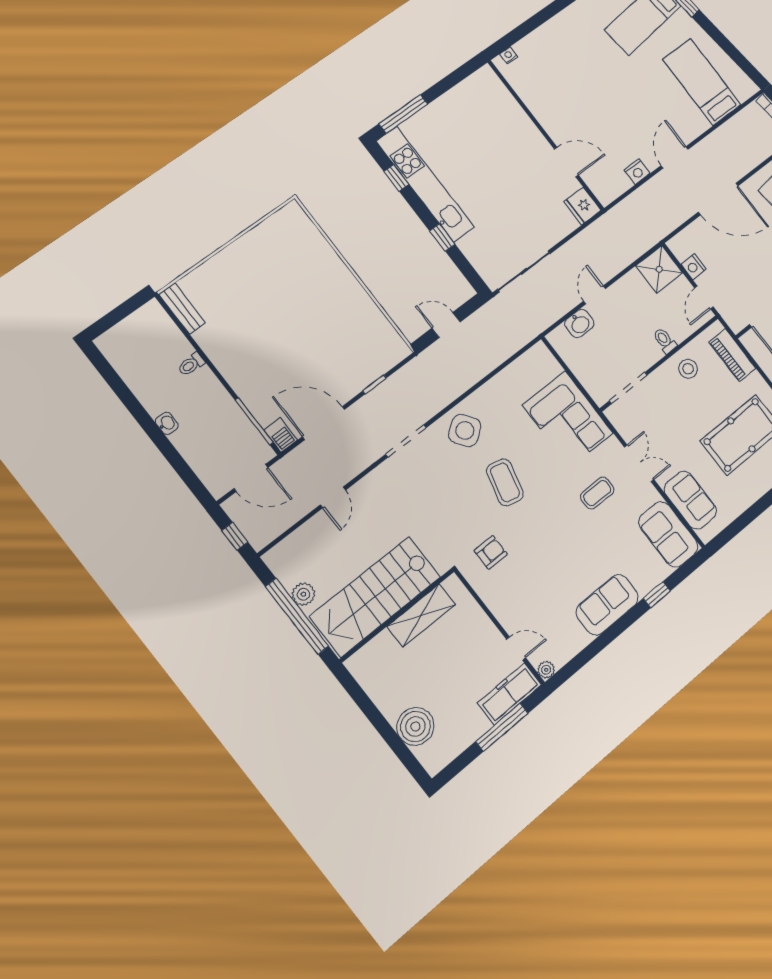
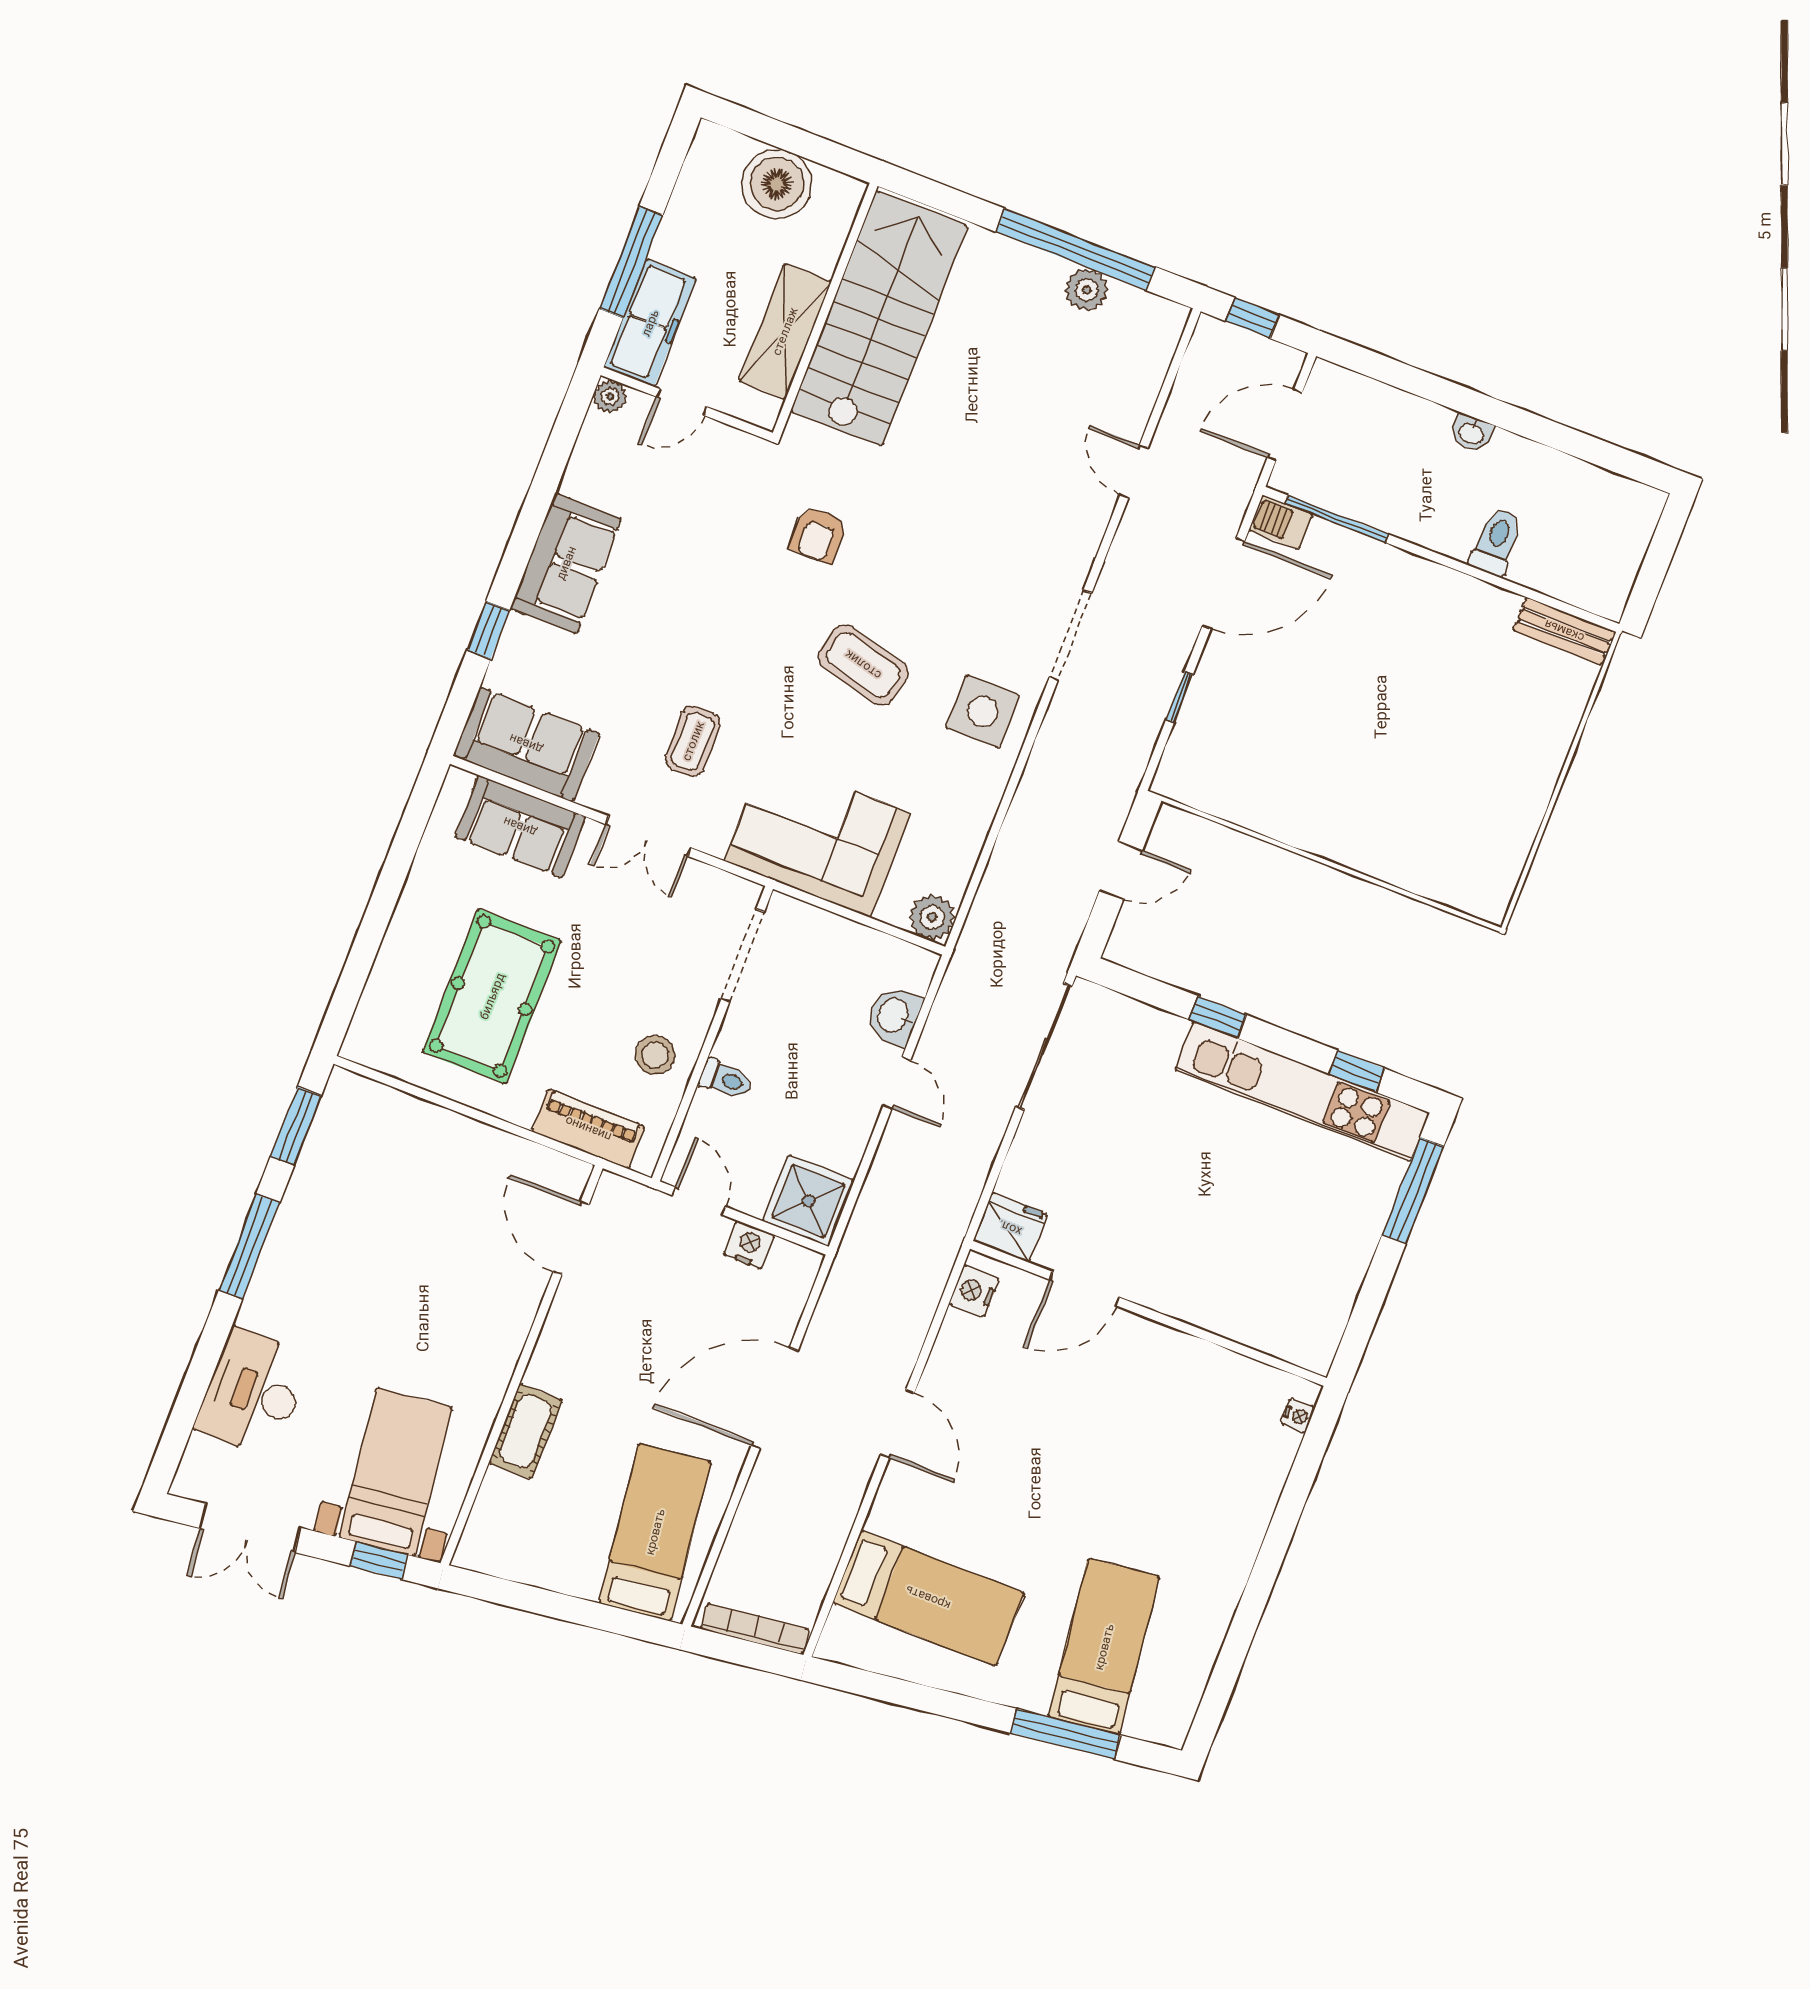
nightstand: (637, 172) -> (974, 1291), moved
plant: (539, 355) -> (932, 917), added
toilet: (191, 364) -> (1496, 542), width x1.37, depth x1.39
side table: (465, 431) -> (983, 711), turned 35
stairs: (375, 596) -> (879, 319), moved
wall: (397, 615) -> (825, 309), moved
shelving: (421, 615) -> (785, 331), moved

